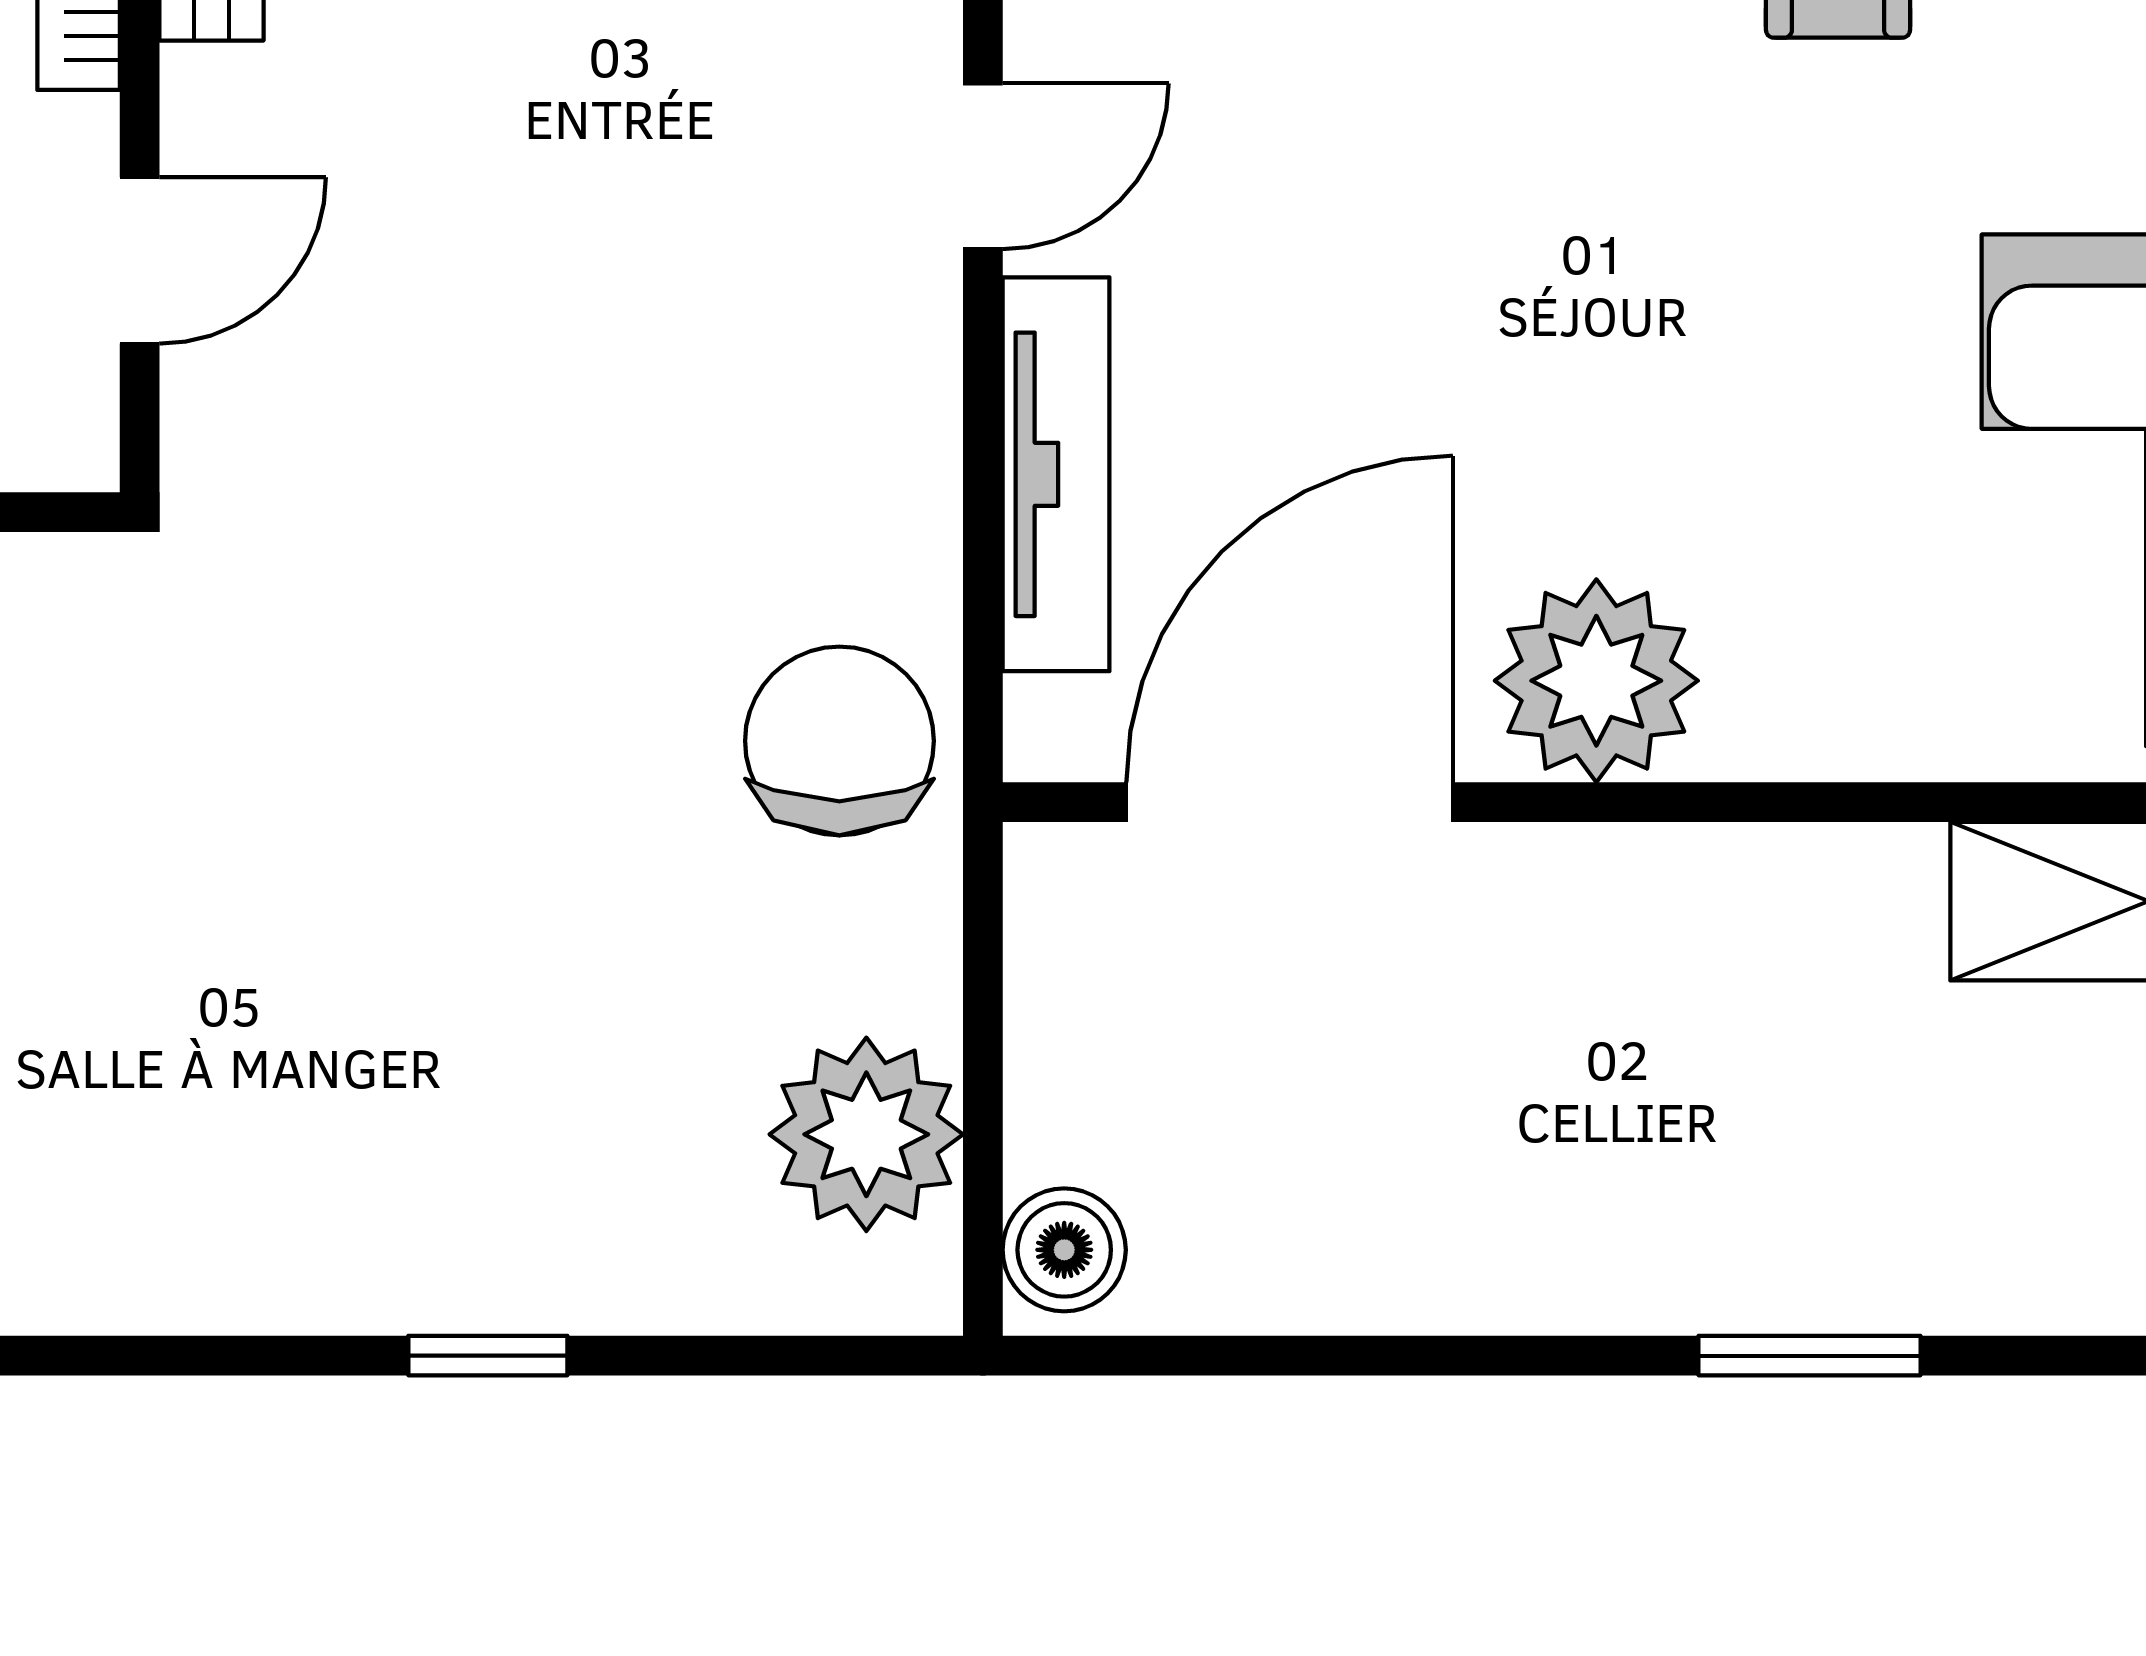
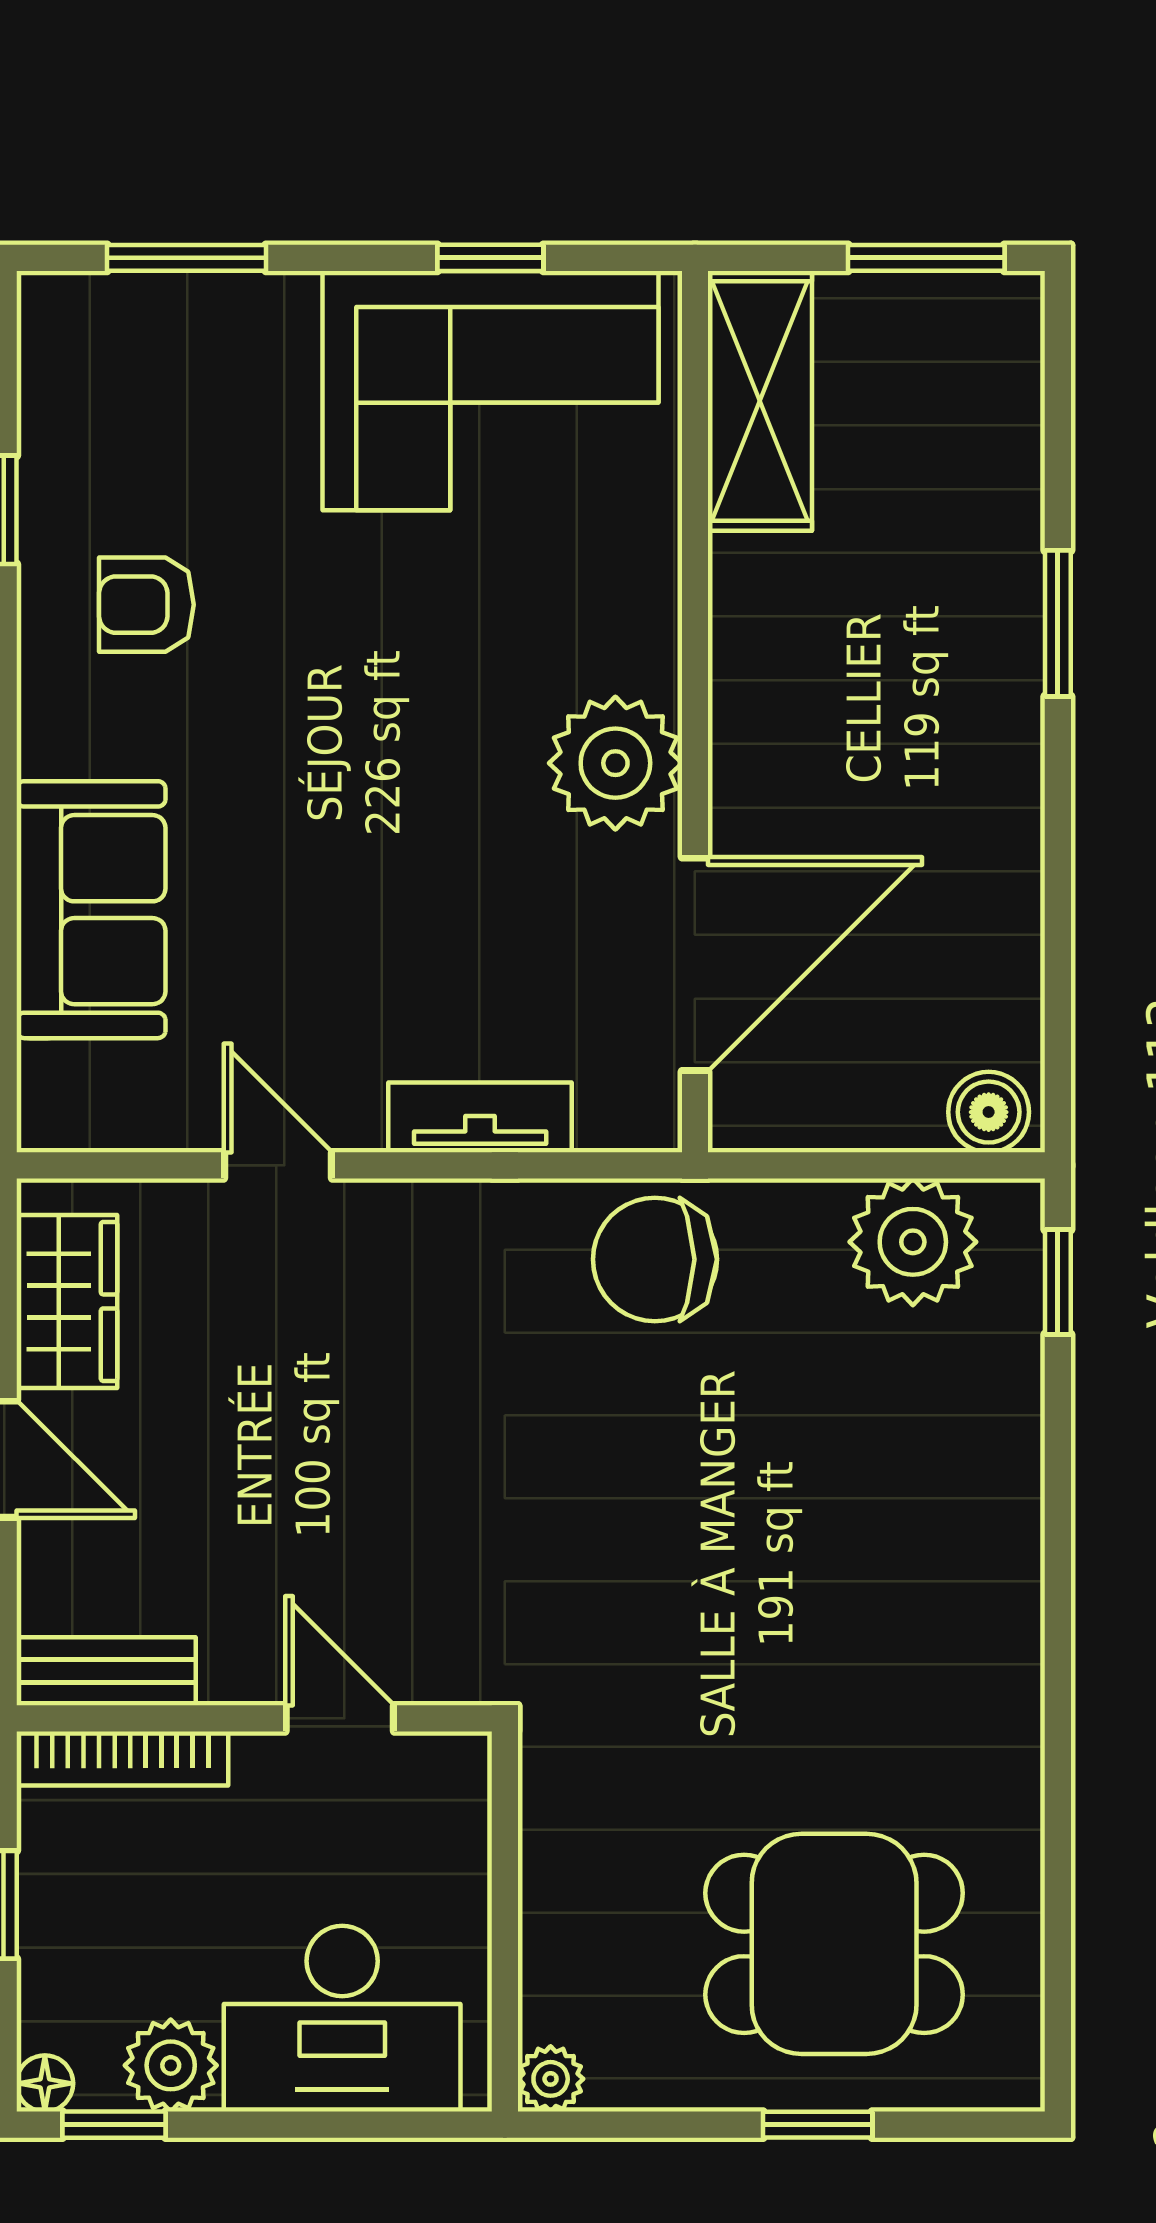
tv unit: (1056, 474) -> (480, 1117), width x0.71
door: (1290, 802) -> (695, 964), swing flipped
window: (488, 1356) -> (1058, 1282), moved

